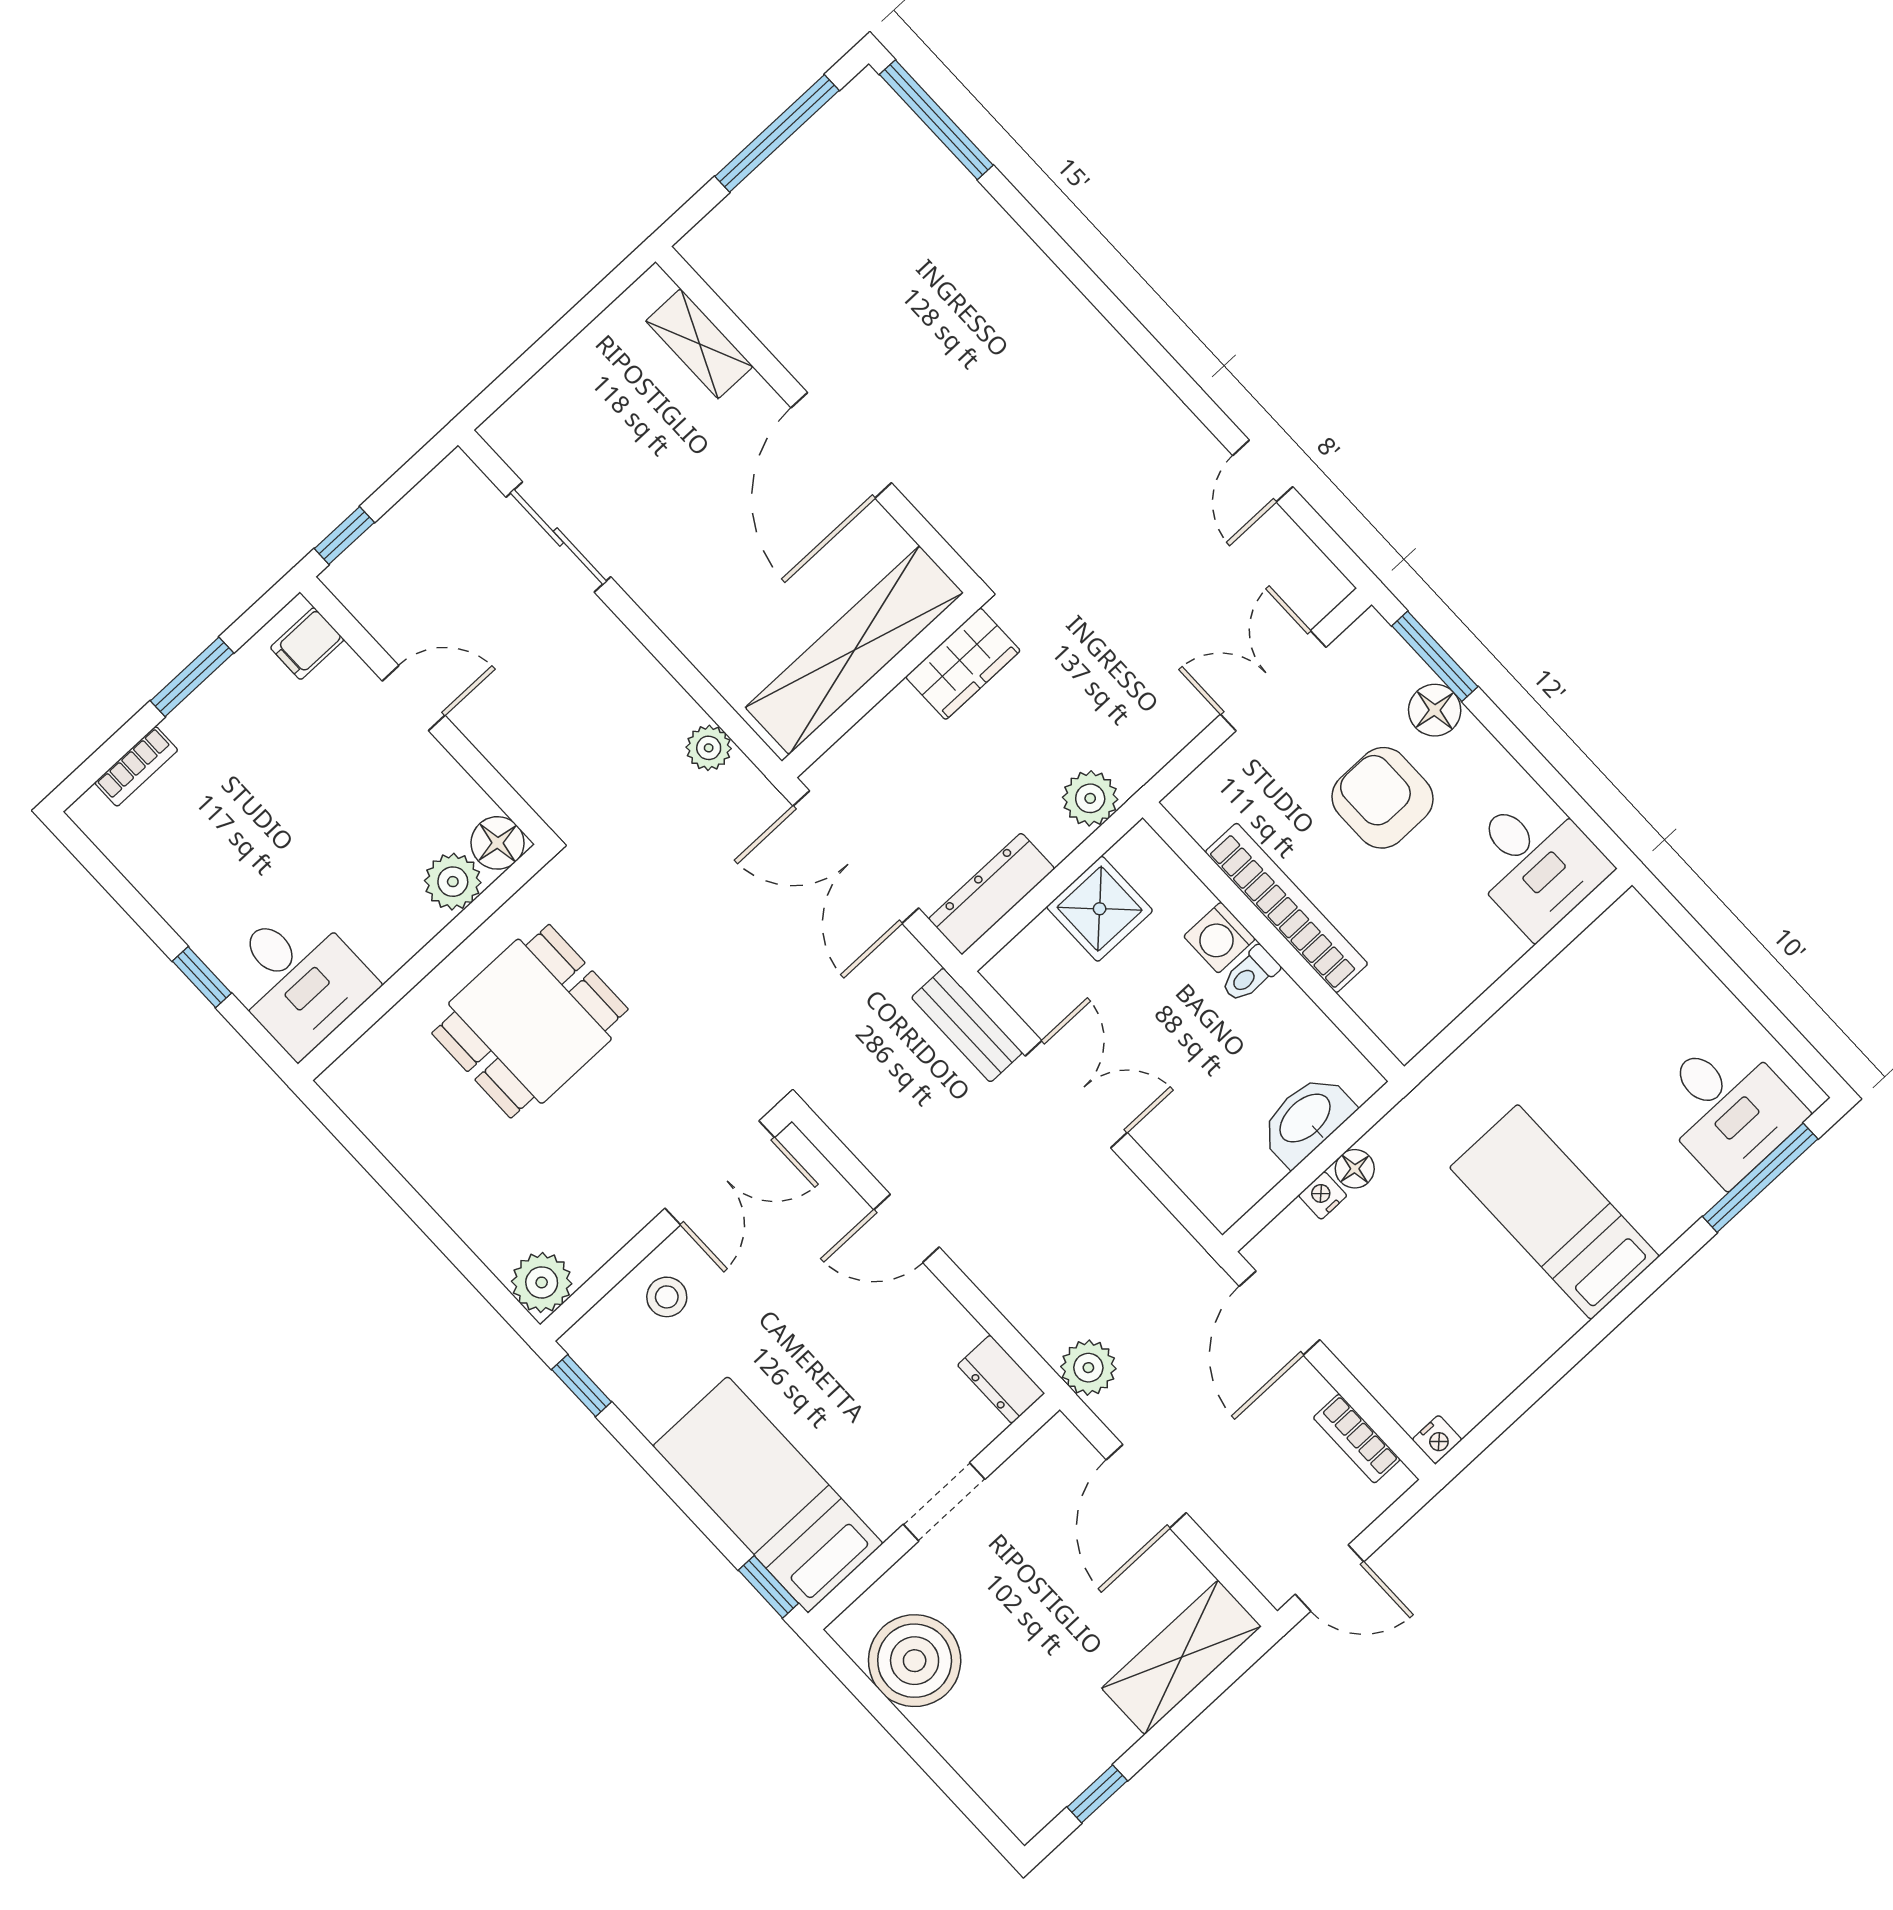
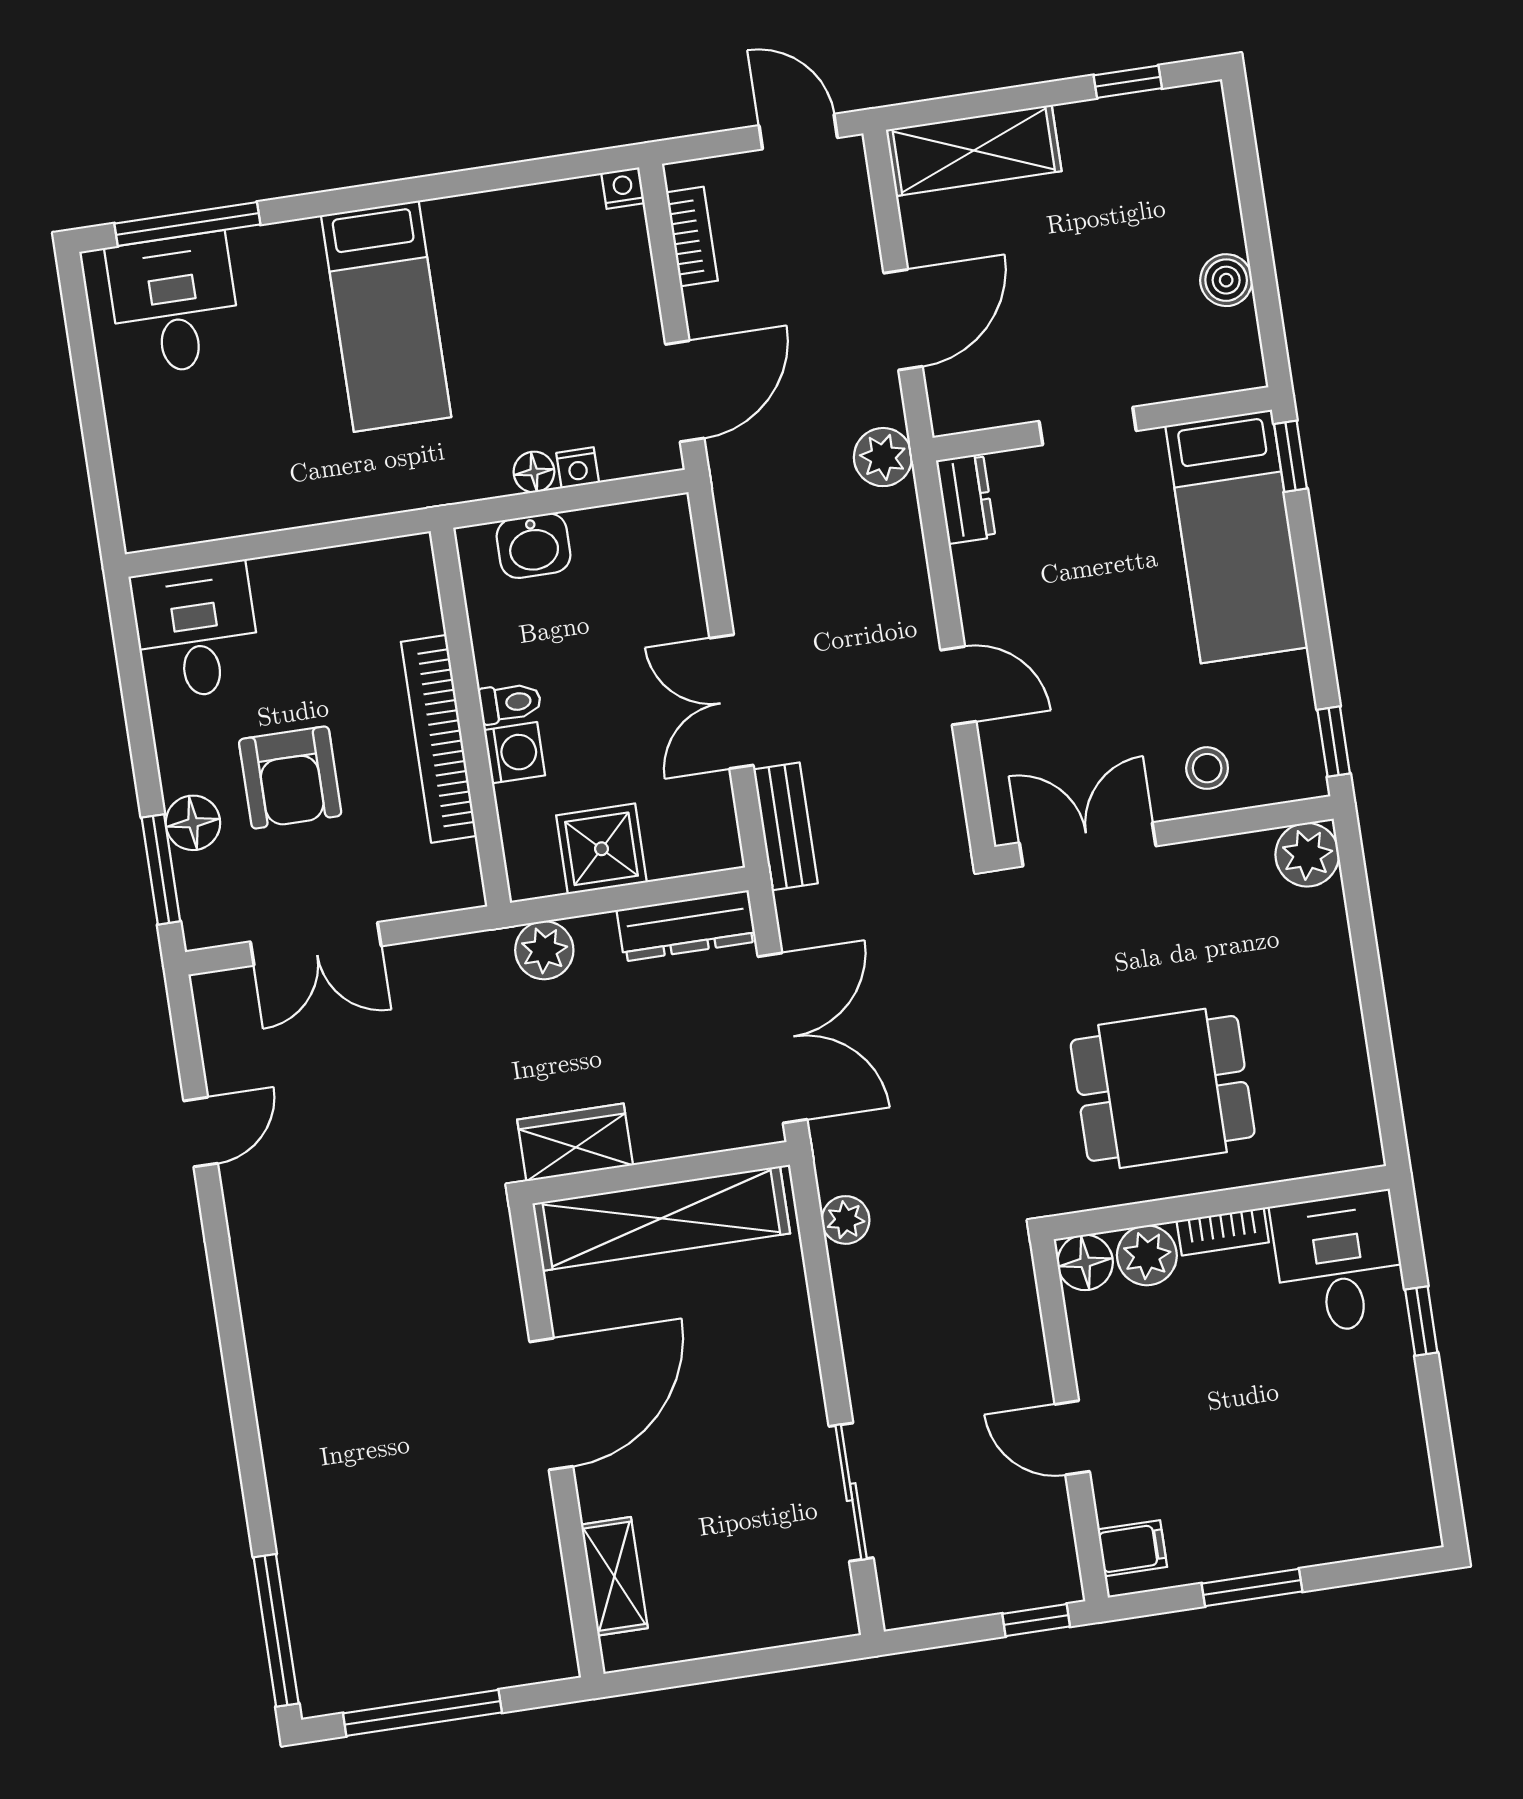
bookcase: (136, 766) -> (1223, 1231), moved, turned 180
washbasin: (1306, 1119) -> (533, 546), width x0.72
boiler: (915, 1661) -> (1226, 280), width x0.54, depth x0.54

